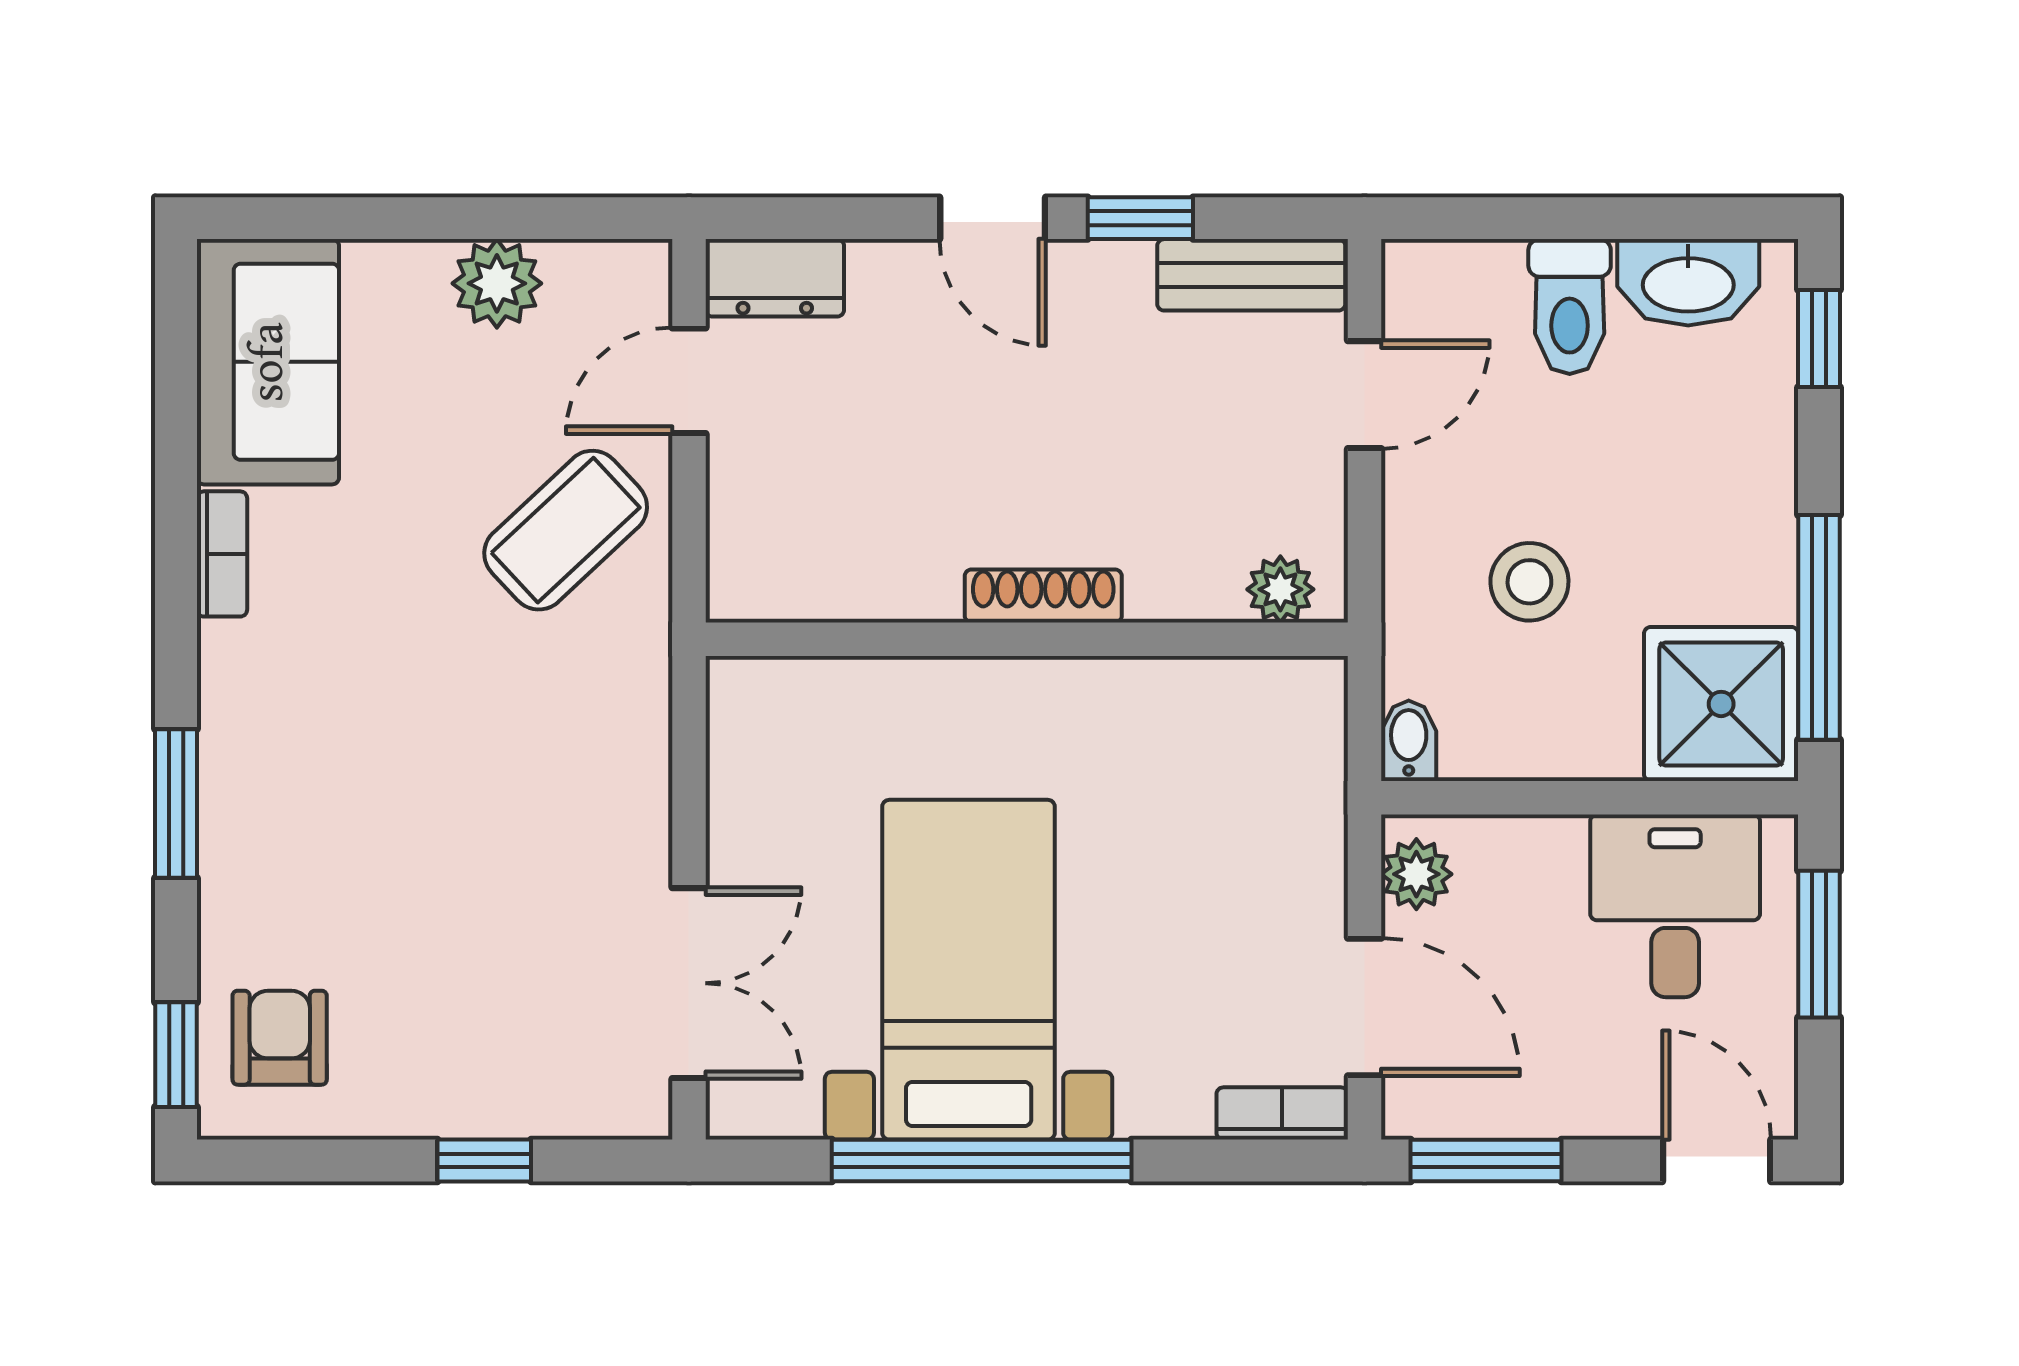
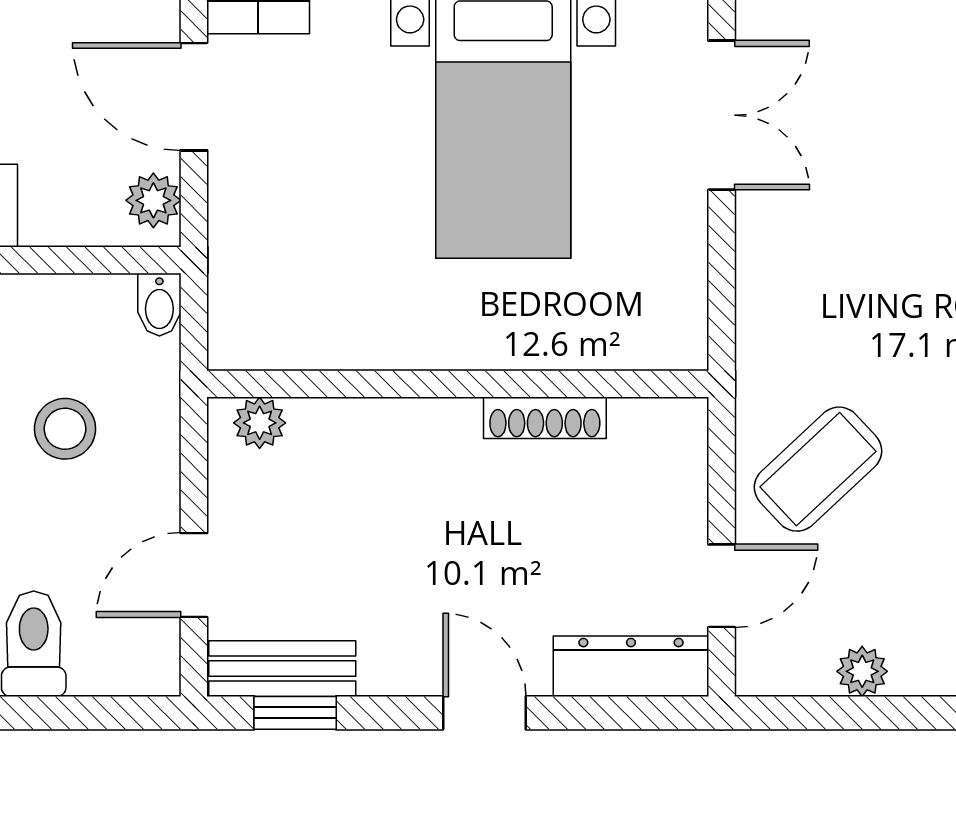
window: (1140, 218) -> (295, 713), moved
dresser: (775, 278) -> (631, 666), width x1.44
plant: (497, 283) -> (862, 671), width x0.73, depth x0.73
shoe rack: (1043, 596) -> (545, 418), moved
double door: (689, 983) -> (722, 115), swing flipped

